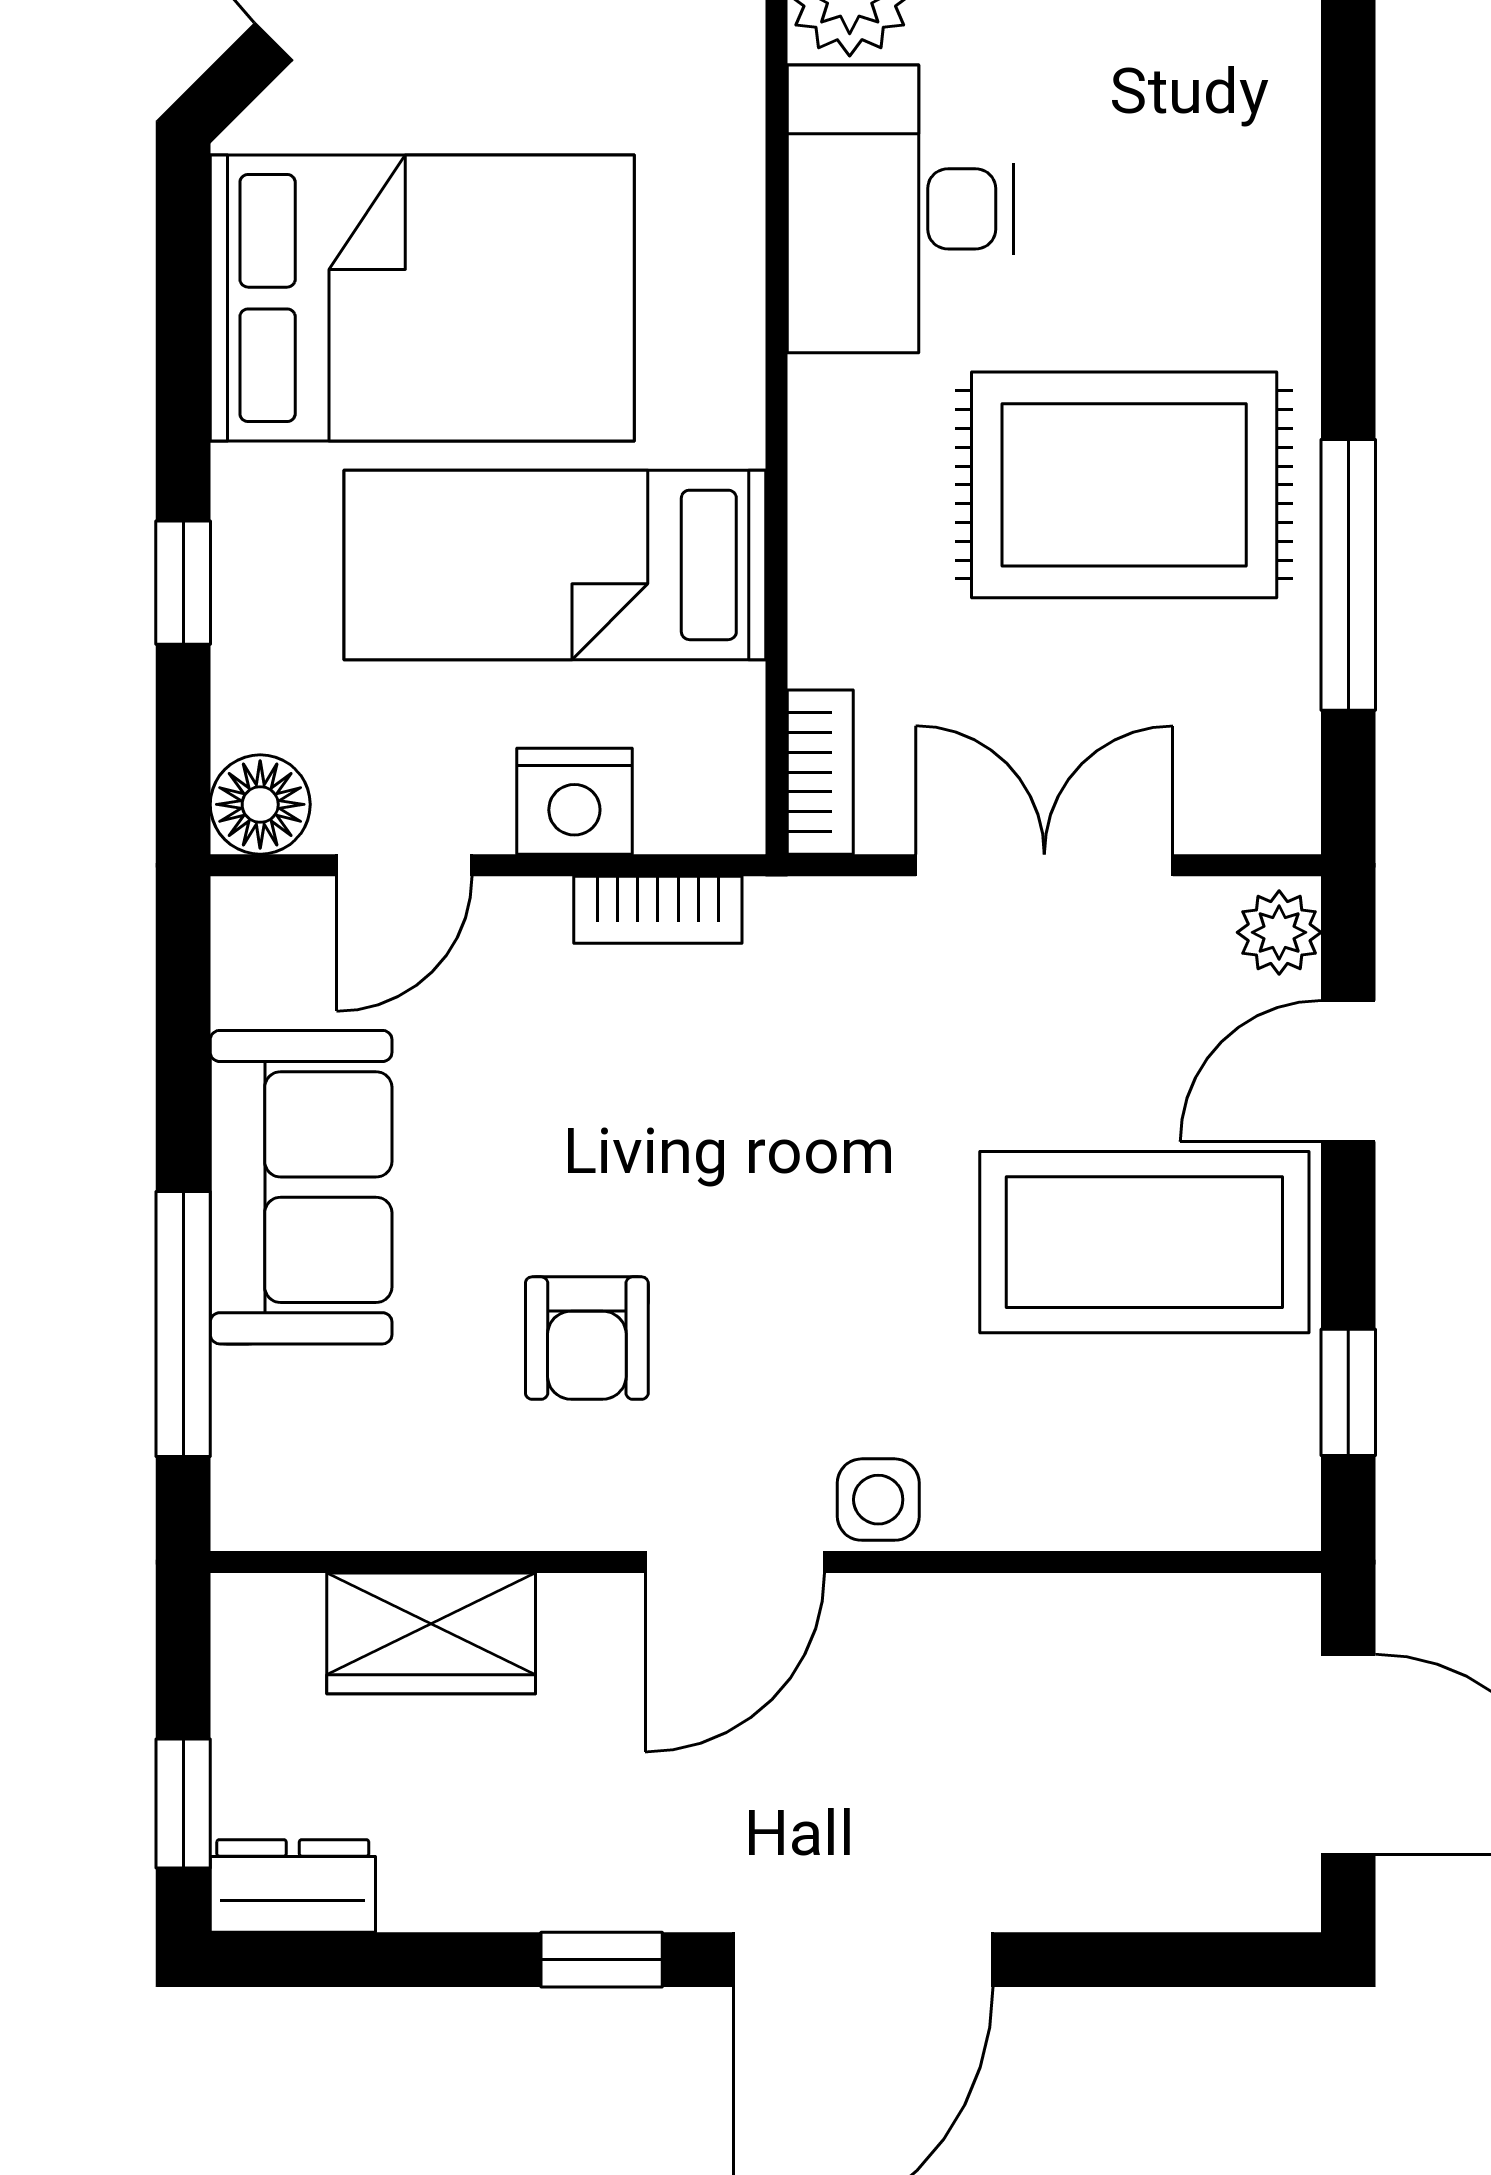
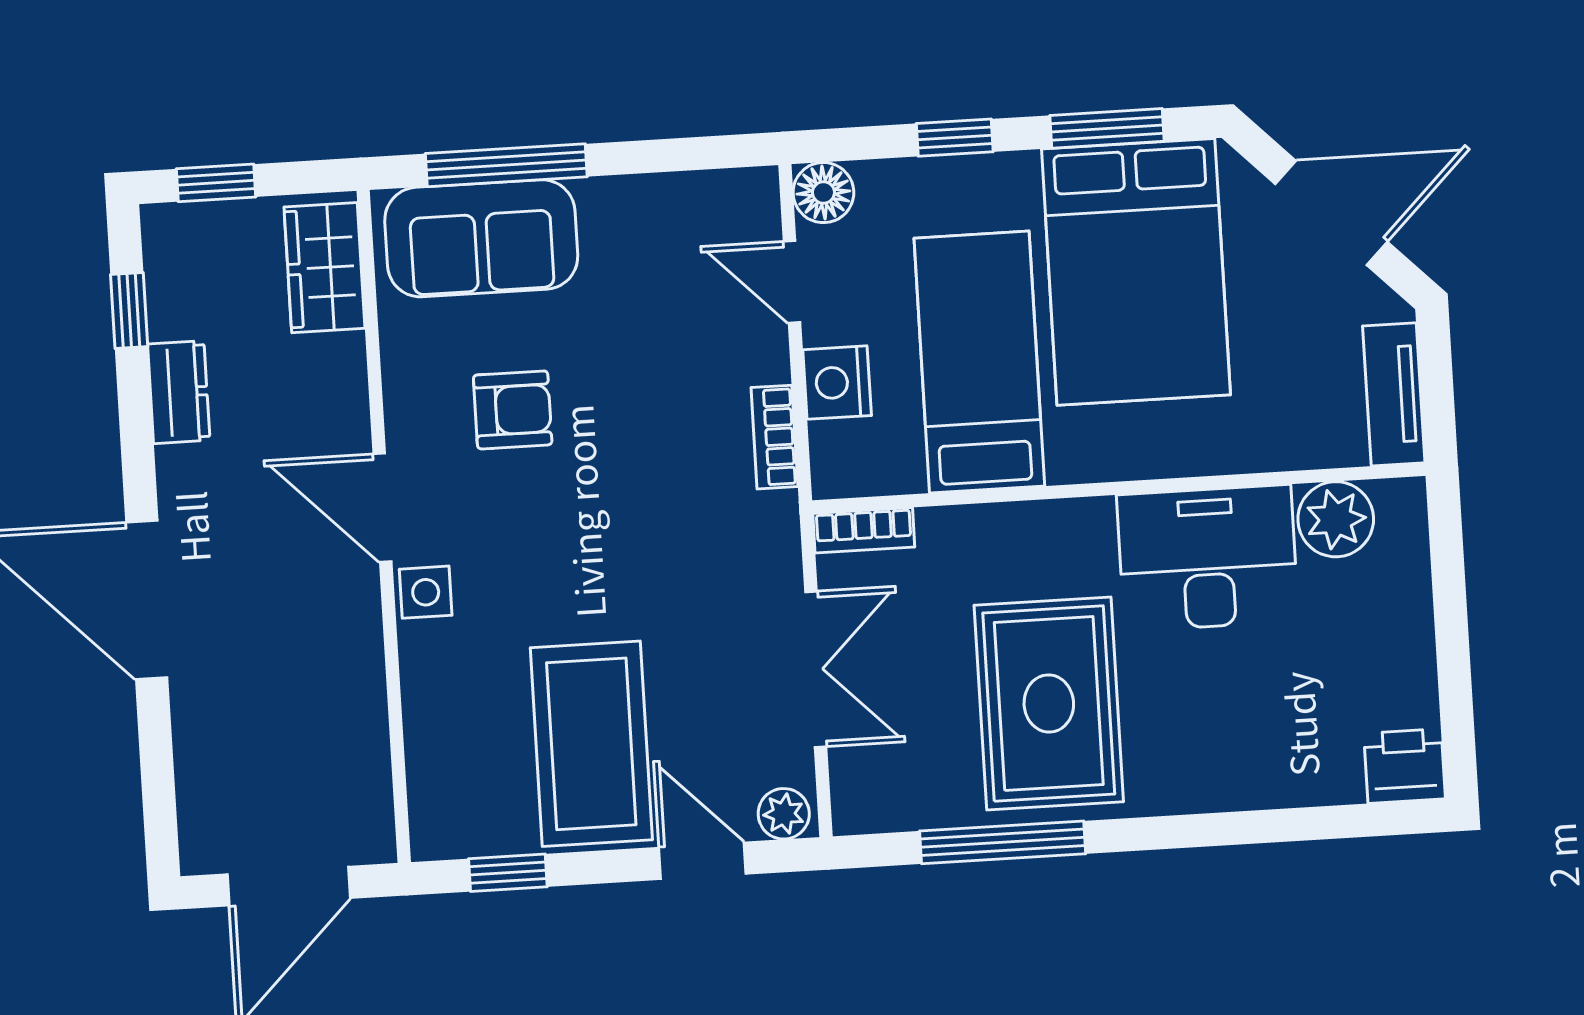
window: (183, 331) -> (1107, 128), added
sofa: (301, 1187) -> (481, 238), moved
armchair: (587, 1338) -> (513, 410), turned 180
wardrobe: (431, 1633) -> (325, 268), moved
dresser: (293, 1886) -> (179, 392), moved
window: (602, 1960) -> (129, 310), moved

